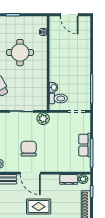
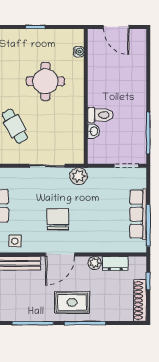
toilet: (58, 98) -> (100, 115), moved
row of seats: (85, 145) -> (138, 214), width x1.48
door: (30, 173) -> (60, 255), hinge flipped
plant: (83, 179) -> (95, 263), moved

